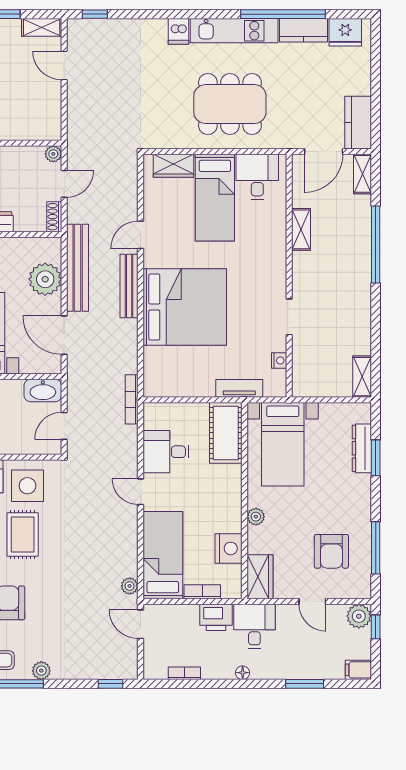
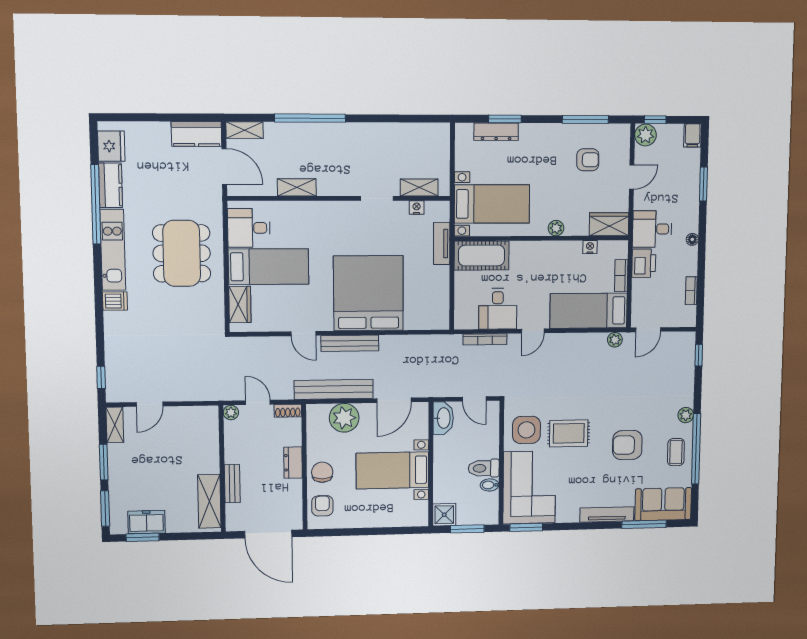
shelving: (362, 377) -> (419, 187), moved
bookcase: (132, 399) -> (485, 339), moved
nightstand: (229, 548) -> (590, 247), width x0.53, depth x0.56
armchair: (331, 551) -> (588, 160), width x0.72, depth x0.72

